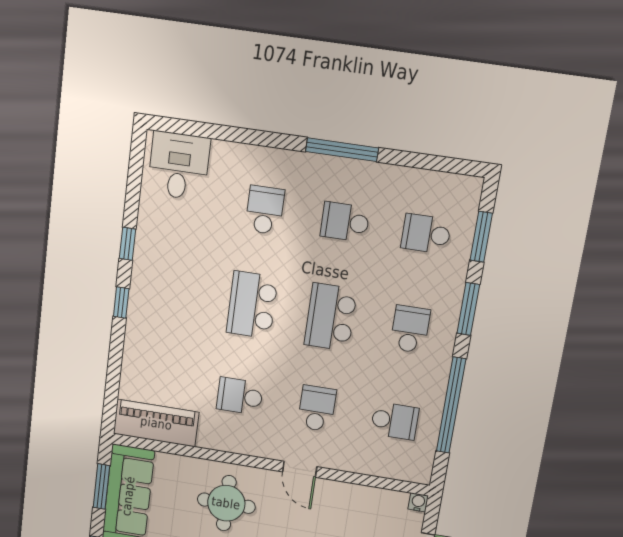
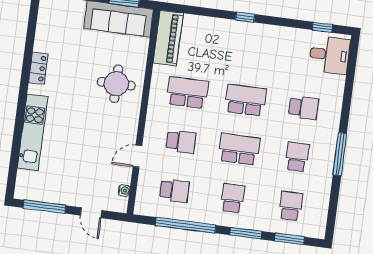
window: (128, 244) -> (322, 27), moved
school desk: (410, 329) -> (233, 198), turned -90
school desk: (240, 396) -> (187, 93), width x1.85
school desk: (395, 421) -> (174, 191), turned -90
door: (300, 469) -> (137, 156), moved
water cooler: (418, 502) -> (124, 191), moved

